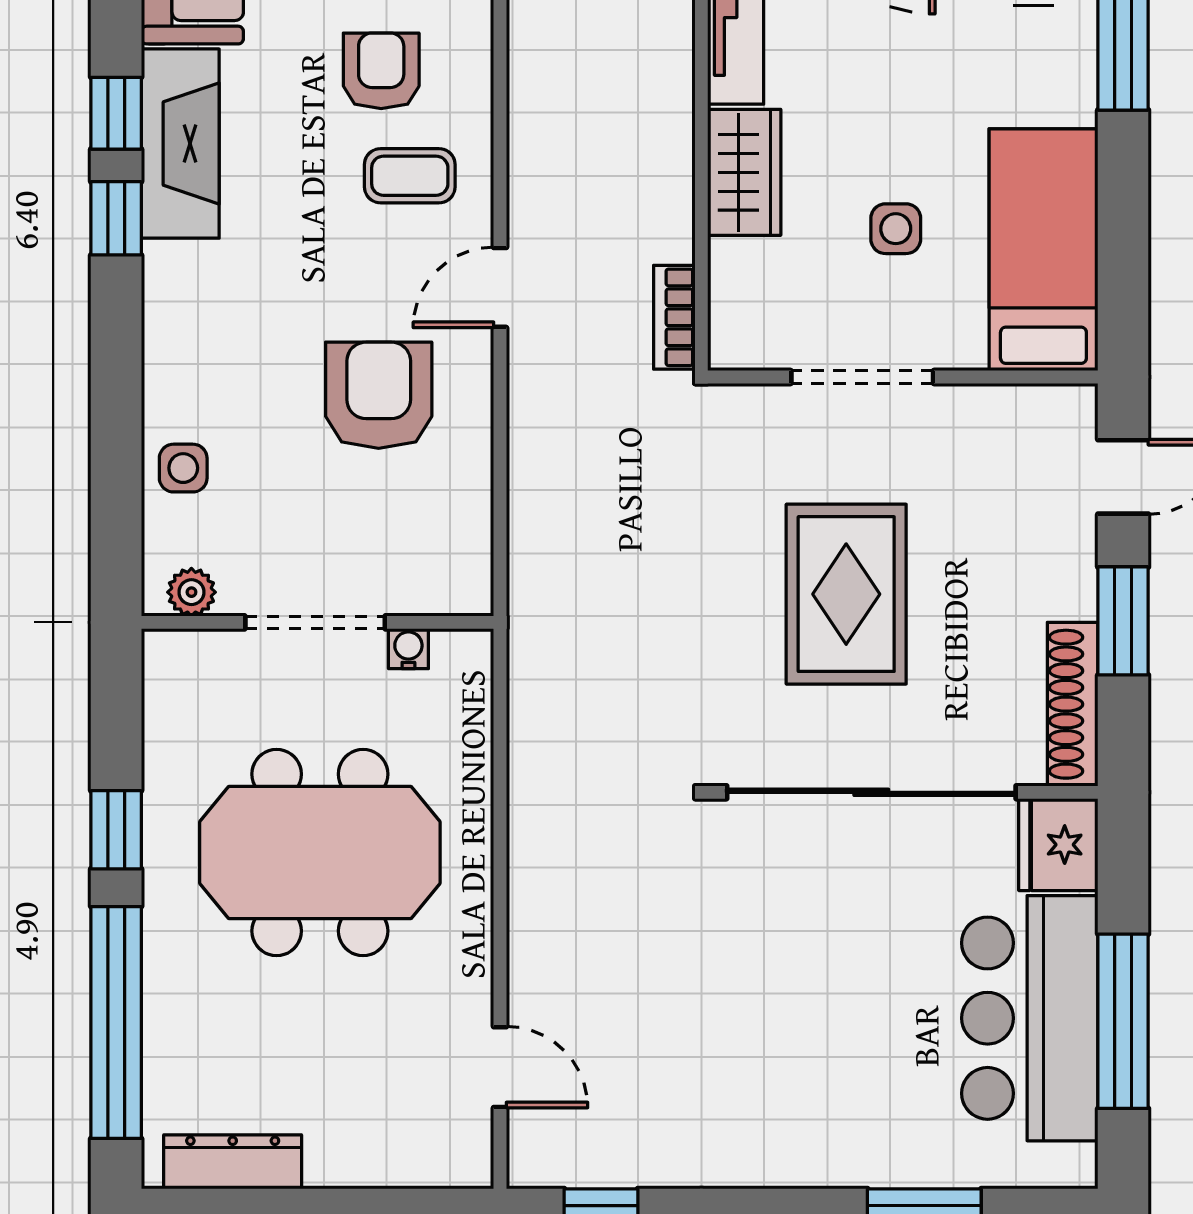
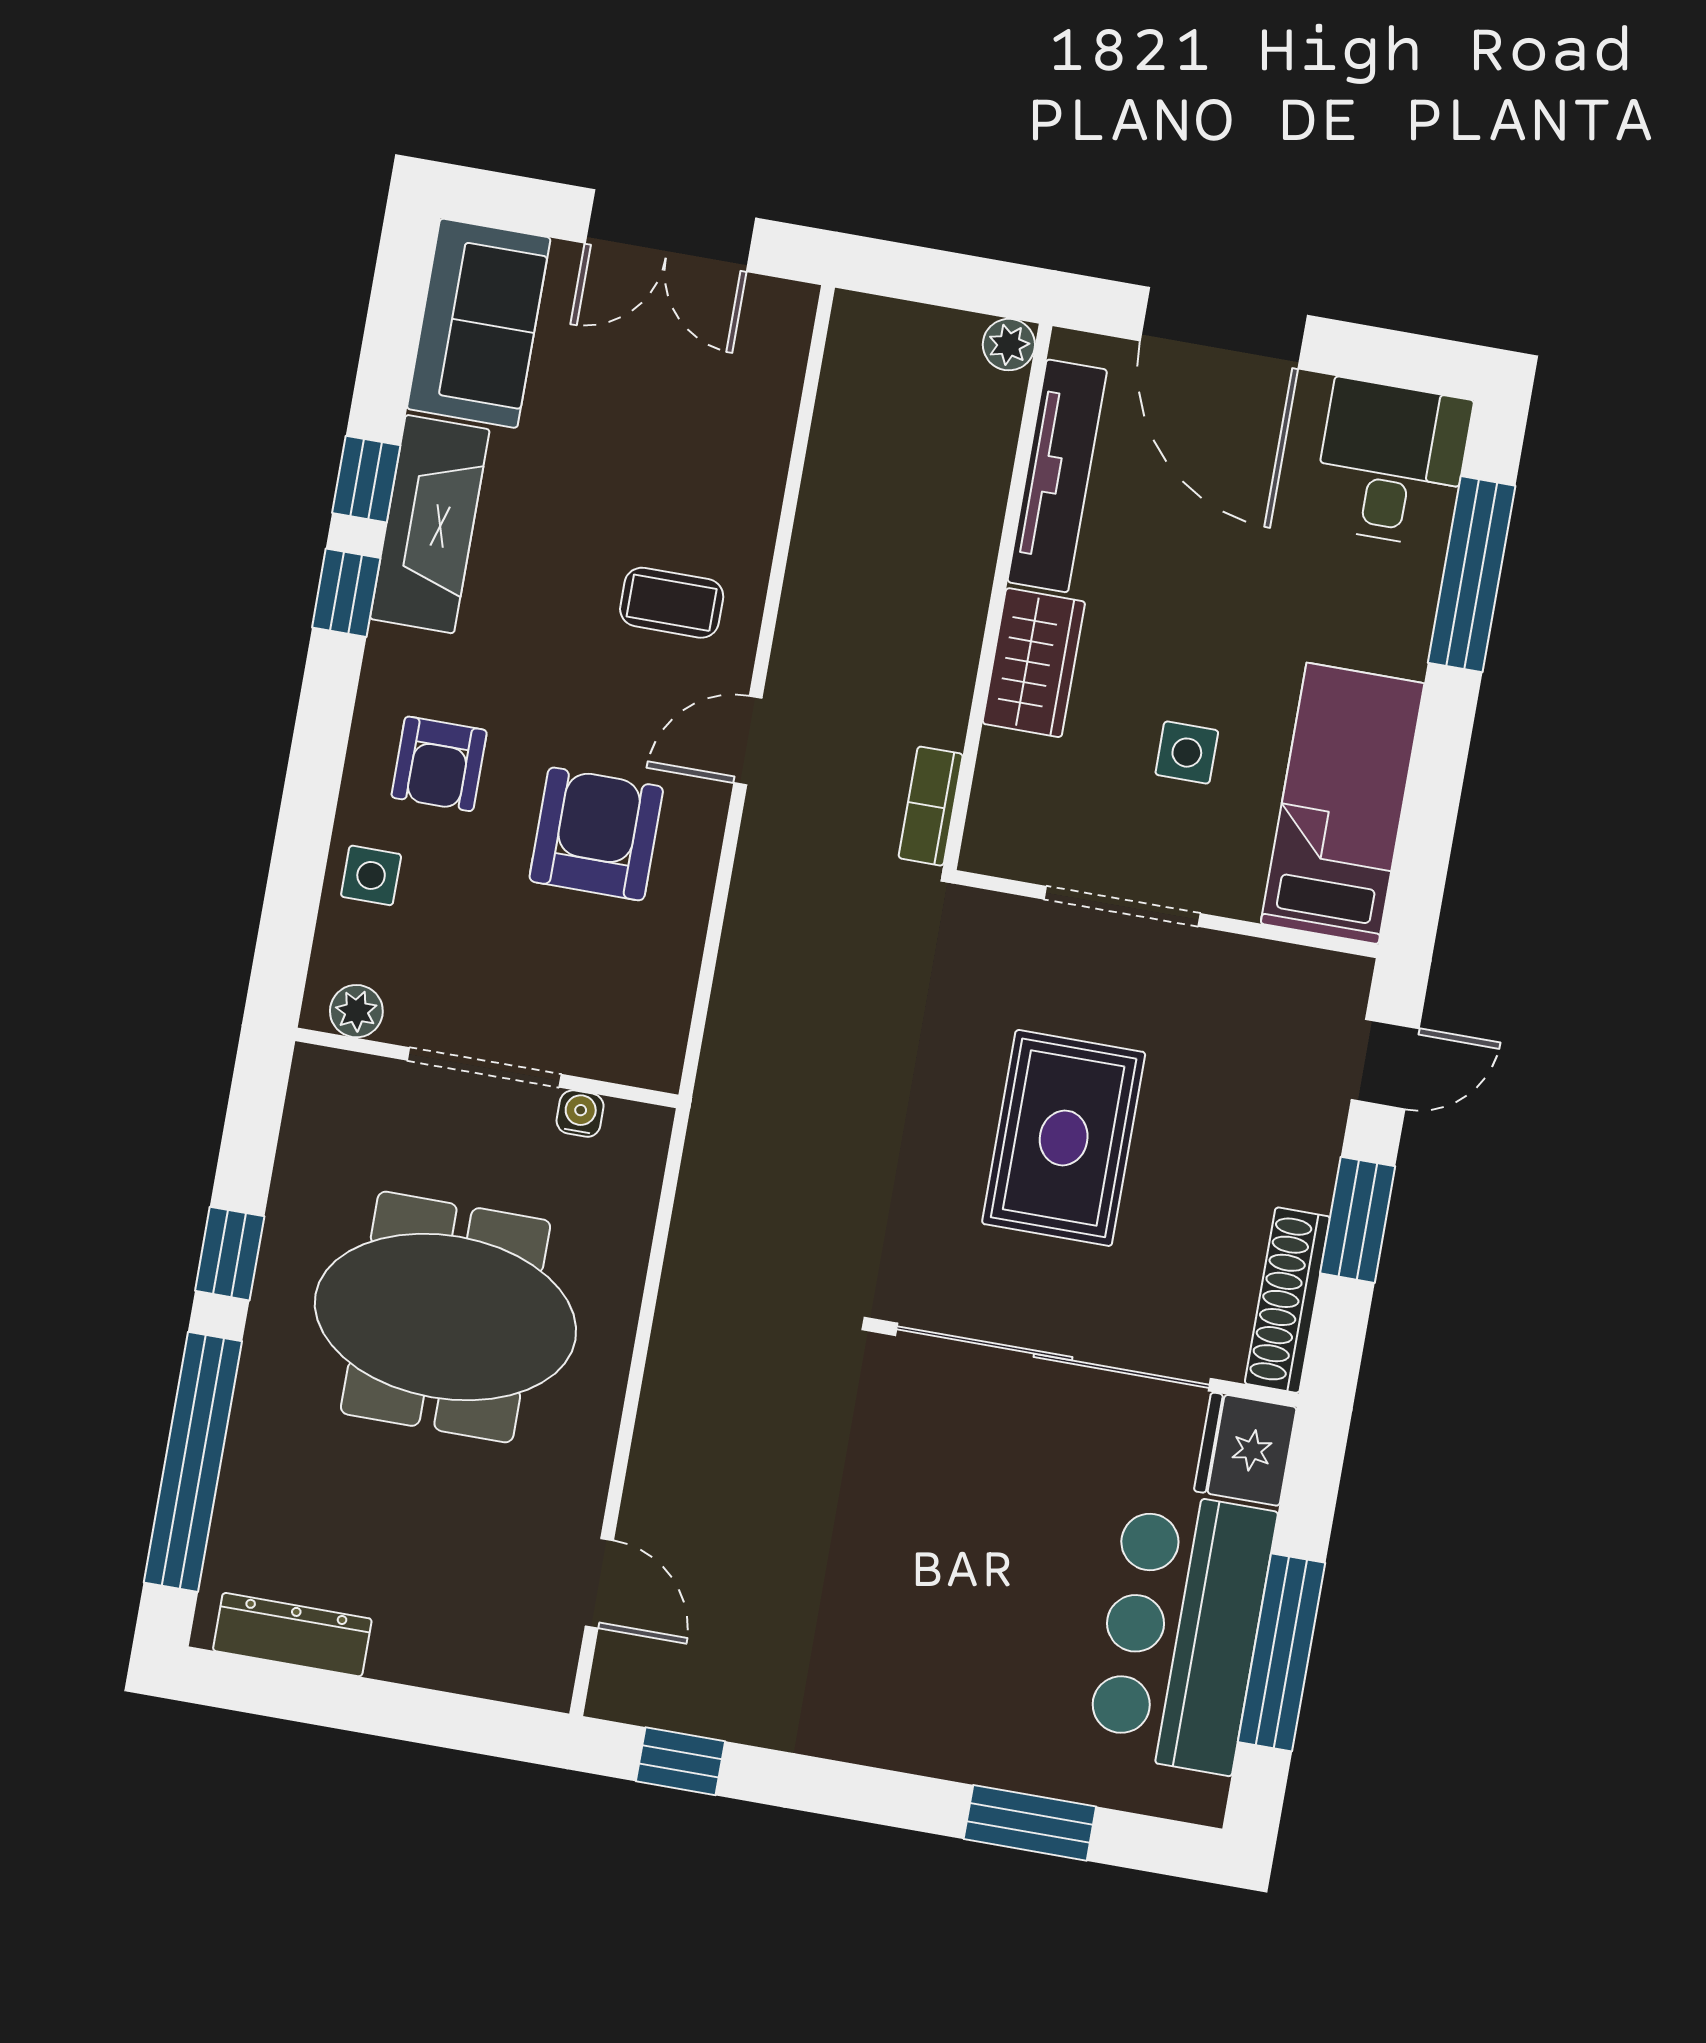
armchair: (381, 71) -> (439, 764), moved, turned 180

